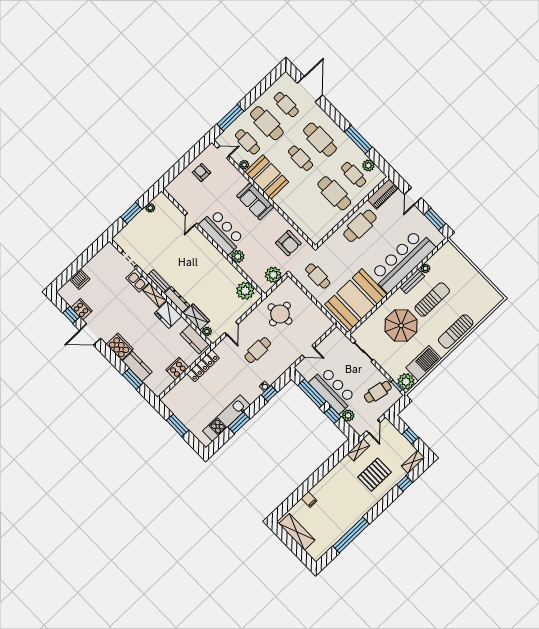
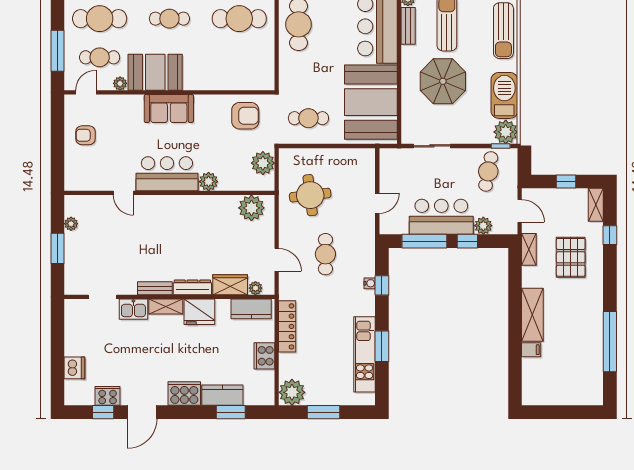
plant: (172, 400) -> (292, 392), added
shelving: (297, 532) -> (532, 315), moved, turned 90

